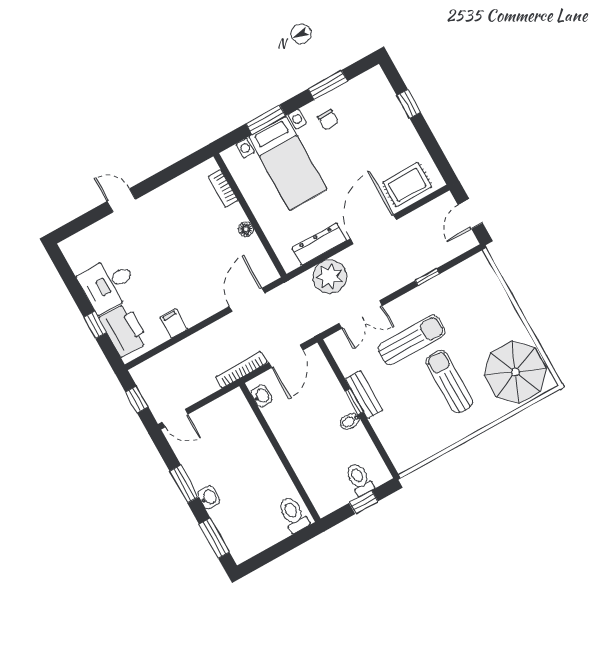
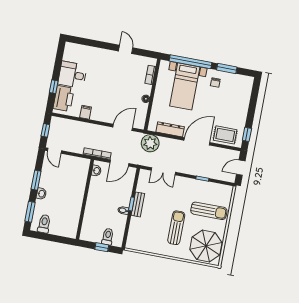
window: (409, 104) -> (247, 134), moved
window: (266, 120) -> (190, 62), width x2.11
door: (121, 200) -> (126, 49), moved
plant: (330, 277) -> (150, 143), moved
sun lounger: (412, 340) -> (209, 211), moved
toilet: (293, 514) -> (44, 224), moved

